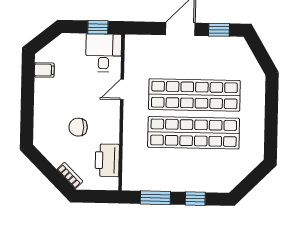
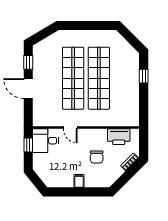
filing cabinet: (44, 70) -> (79, 181), moved
window: (155, 198) -> (144, 103), removed

